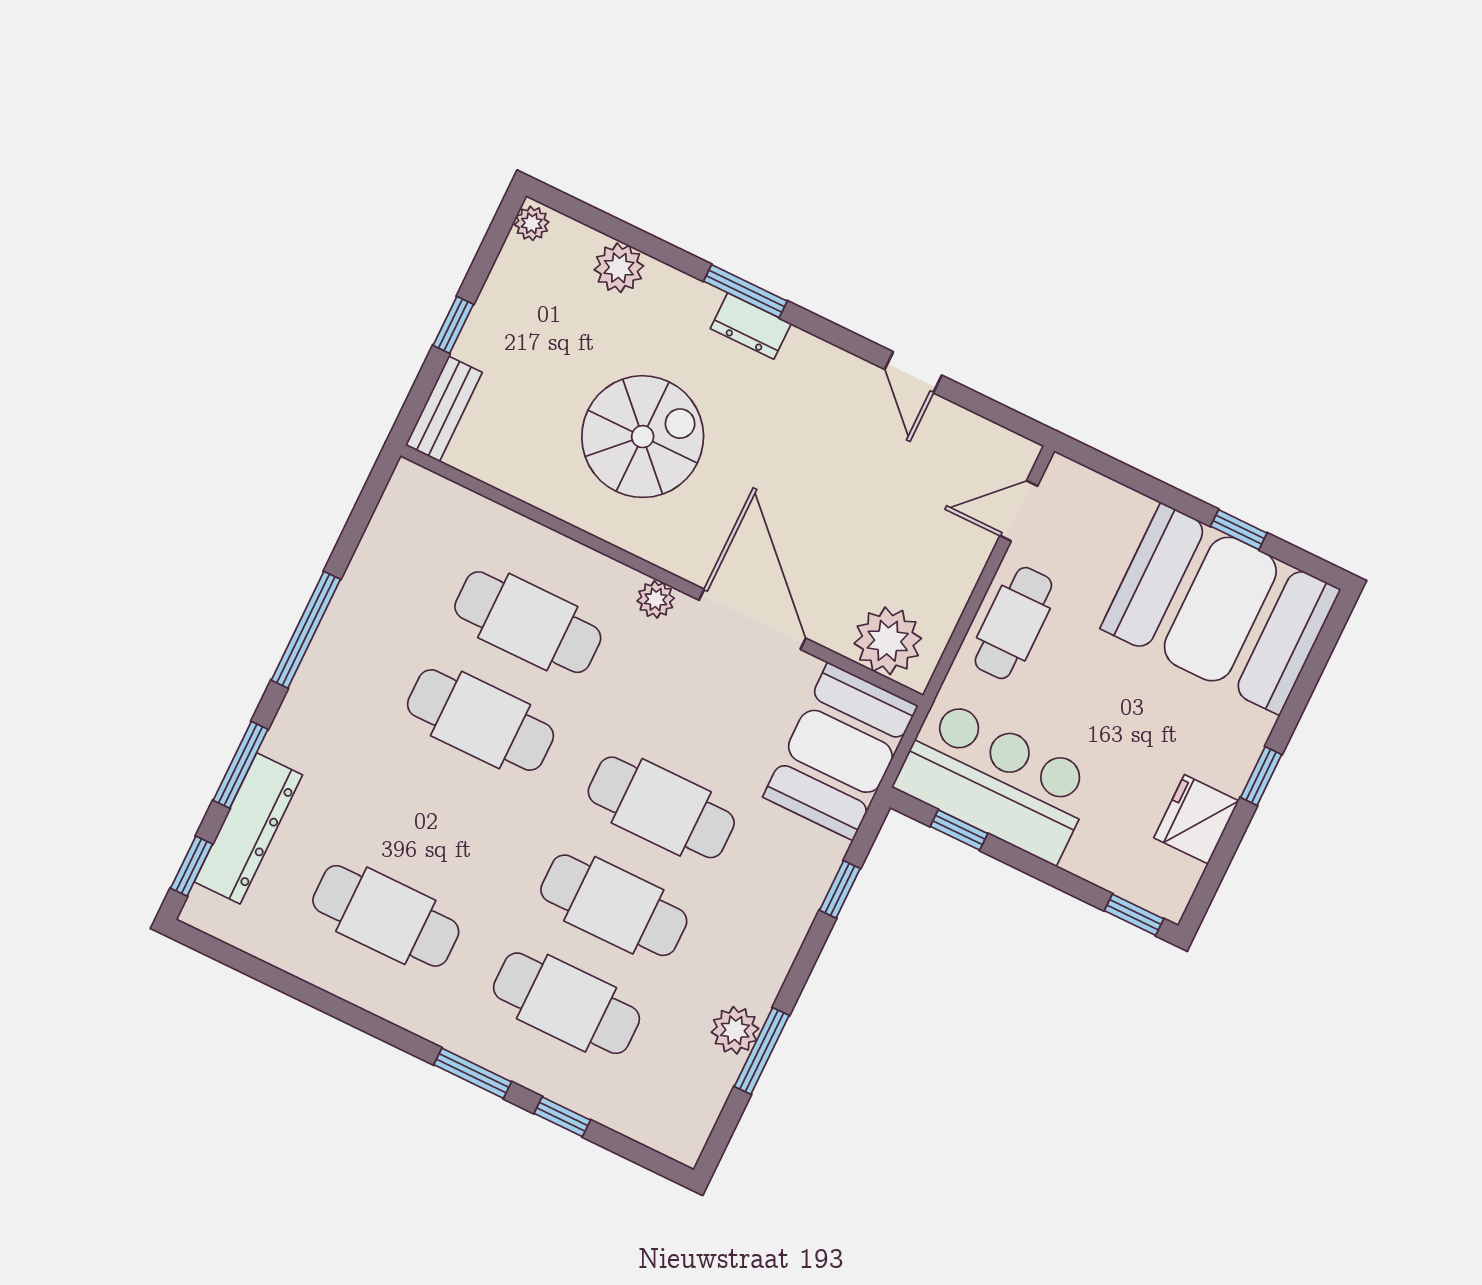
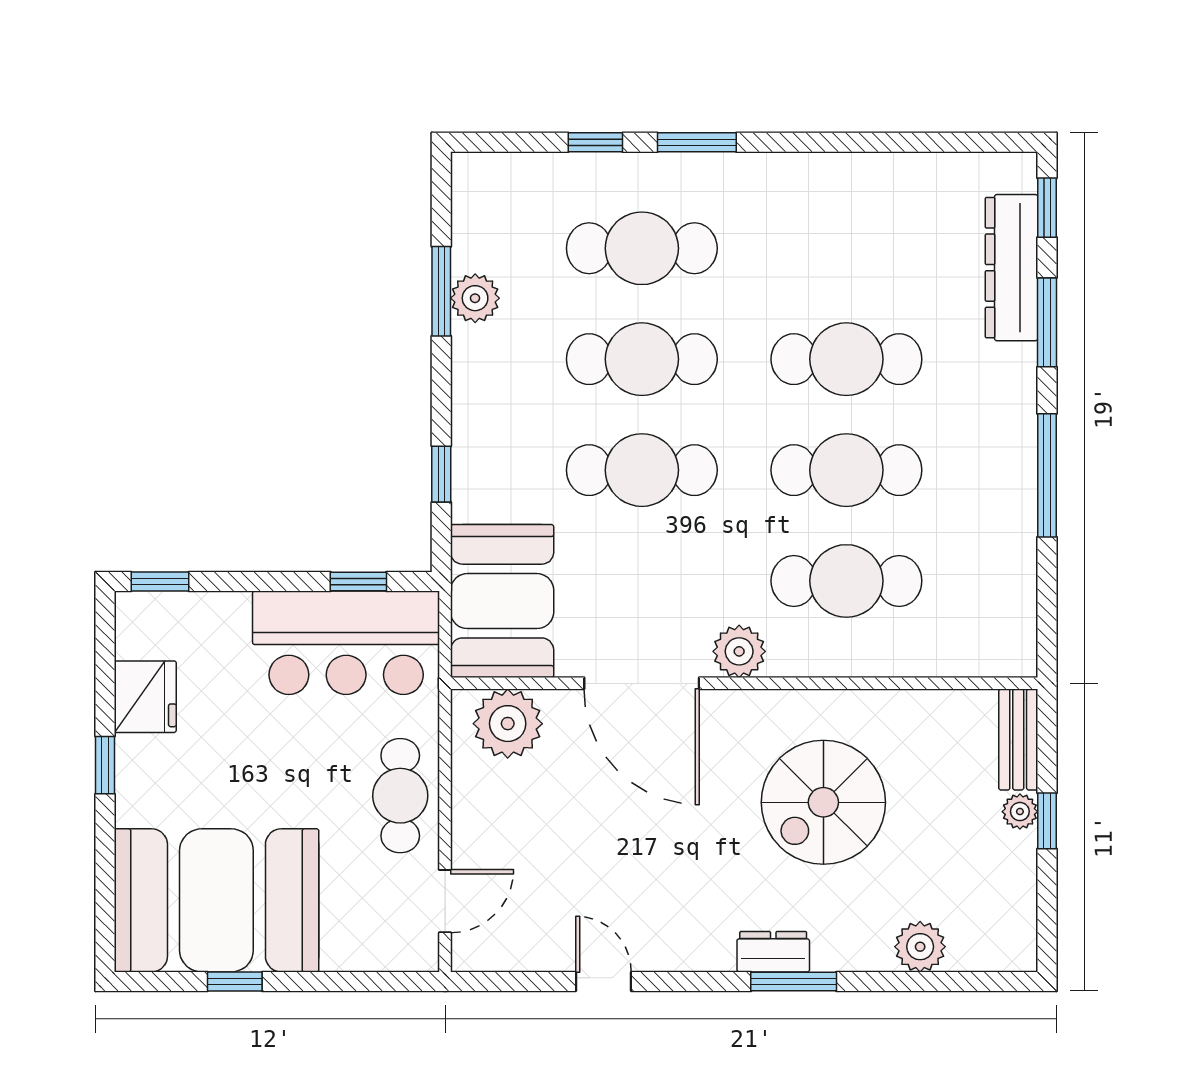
plant: (532, 223) -> (1020, 812), moved
plant: (656, 599) -> (739, 651), width x1.38, depth x1.38
cafe table: (386, 916) -> (846, 359), moved

